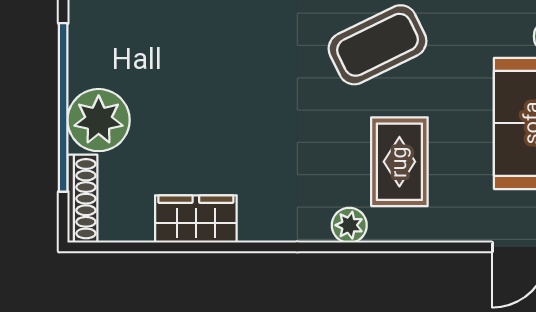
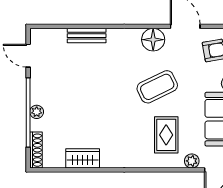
plant: (99, 120) -> (37, 112), width x0.53, depth x0.53
plant: (349, 225) -> (192, 161), moved

